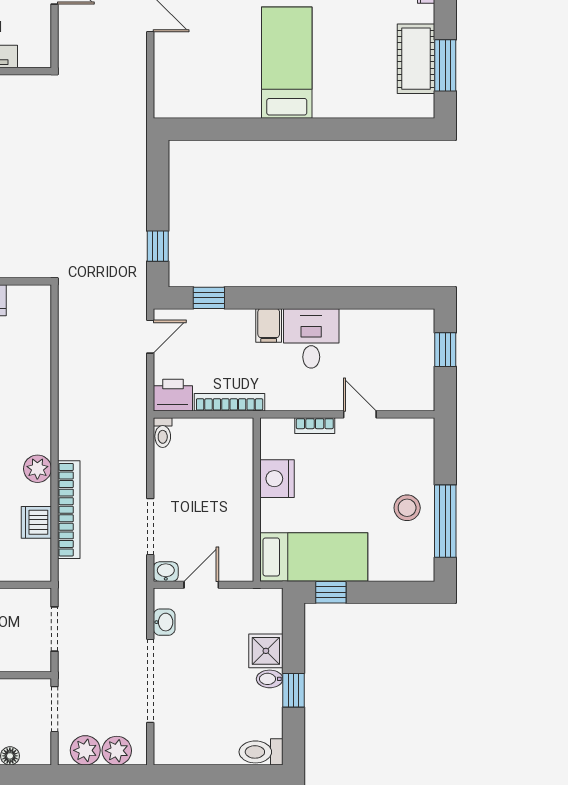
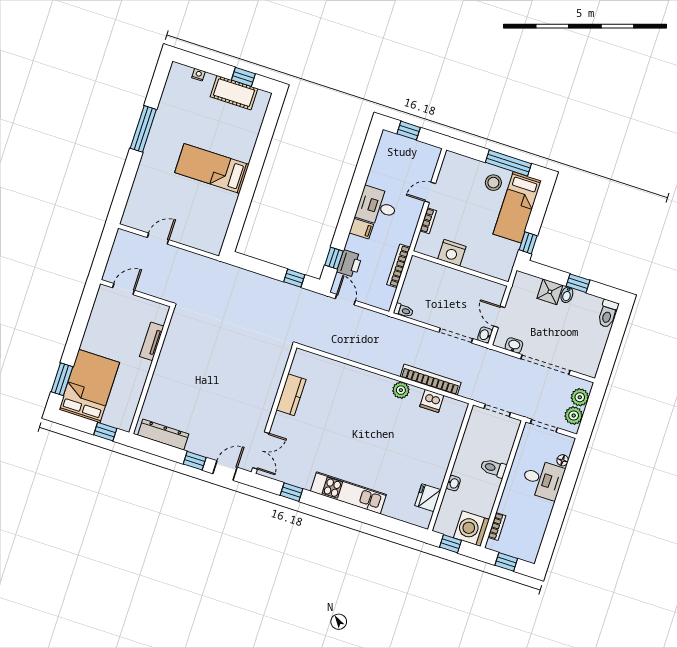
window: (445, 65) -> (243, 77), width x0.67
printer: (173, 395) -> (349, 264), moved, turned 180
bed: (314, 557) -> (517, 207), moved, turned 180

